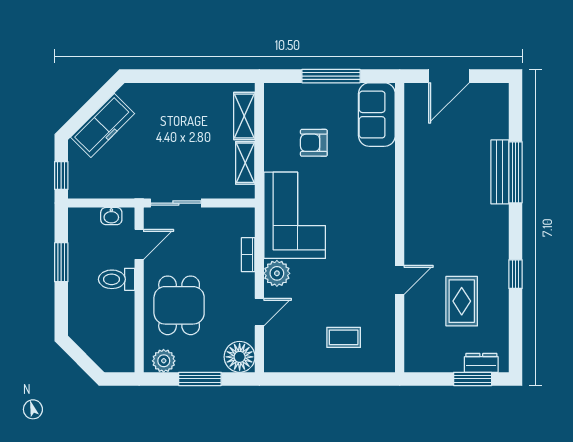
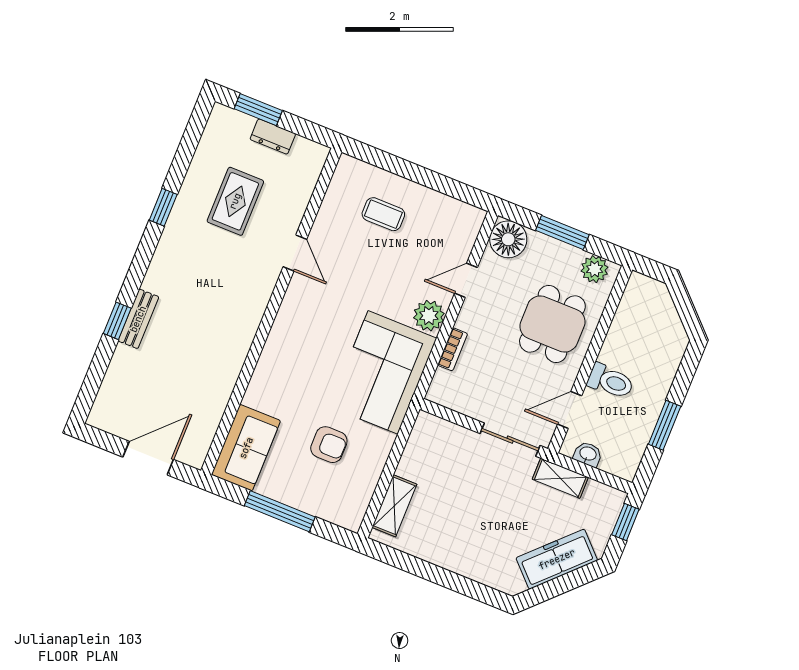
shelving: (245, 163) -> (560, 478), moved, turned 90
bench: (500, 172) -> (138, 319), width x0.73
window: (515, 172) -> (117, 321), width x0.46
door: (400, 280) -> (295, 253), swing flipped
dresser: (481, 363) -> (273, 137), moved

